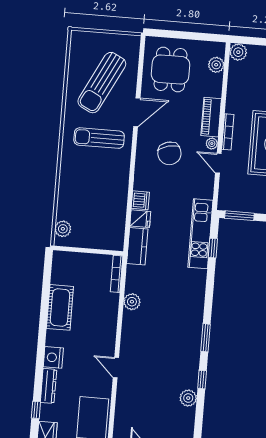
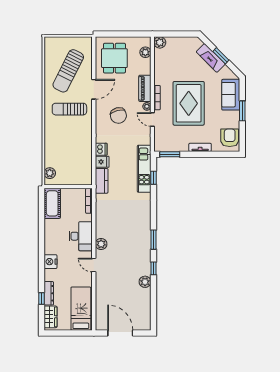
plant: (132, 302) -> (101, 244), moved
cot: (60, 307) -> (52, 203), moved
desk: (100, 324) -> (81, 236), added
dresser: (48, 386) -> (49, 293), moved

